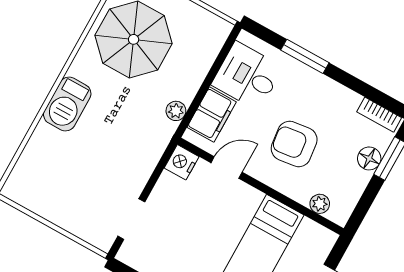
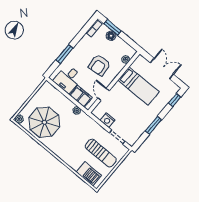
barbecue: (67, 104) -> (89, 174), moved
nightstand: (182, 162) -> (108, 120), moved
sun lounger: (86, 187) -> (101, 153), added

